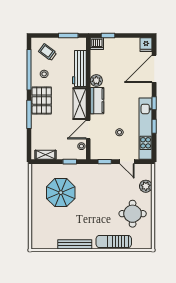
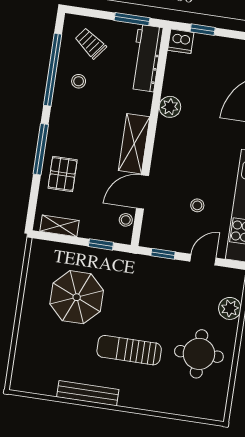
workbench: (79, 69) -> (146, 58), moved
pallet: (42, 100) -> (63, 174), moved, width x0.67, depth x0.71
kitchen counter: (97, 101) -> (166, 143), removed
door: (127, 162) -> (203, 260), swing flipped
sun lounger: (114, 242) -> (129, 350), moved

